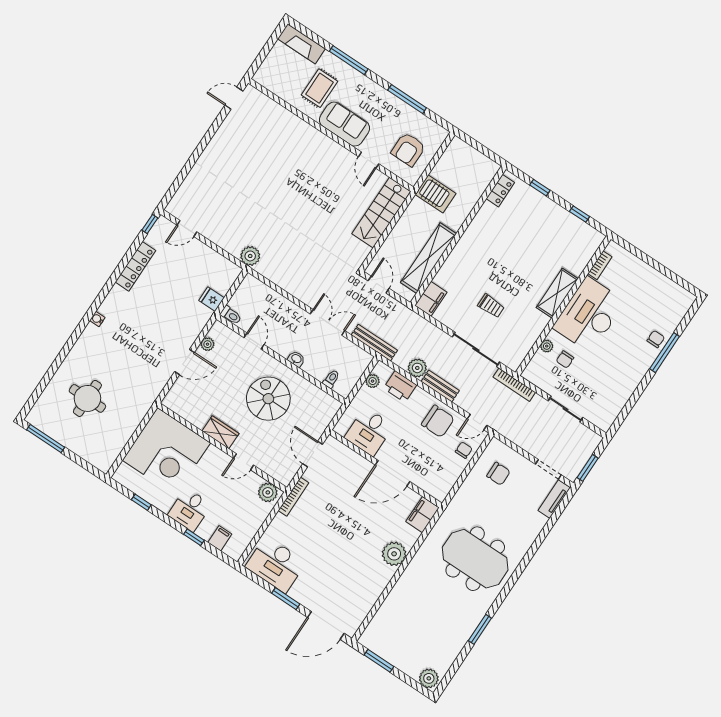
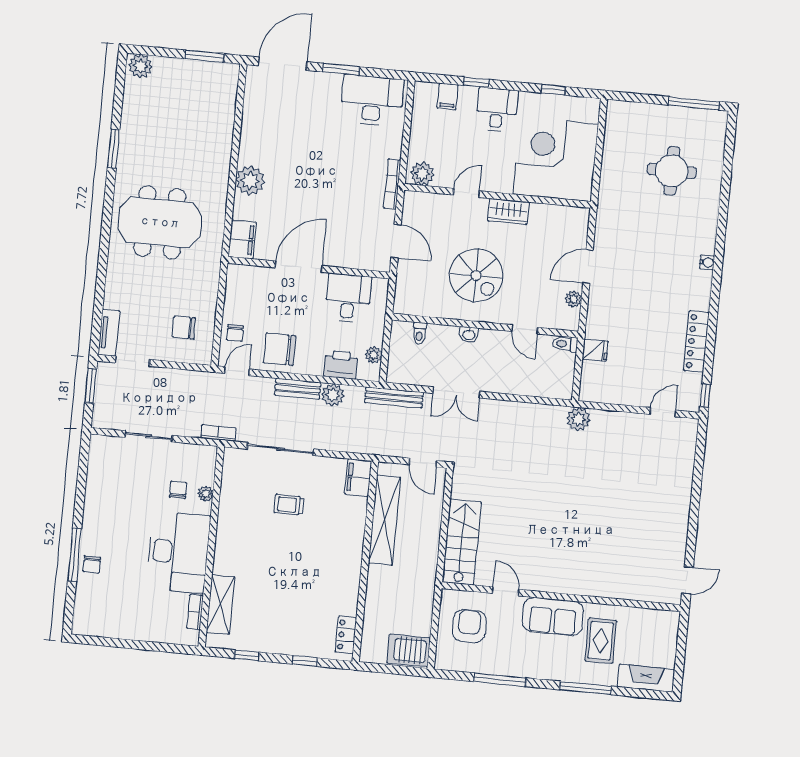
server rack: (435, 194) -> (409, 650), moved
shelving: (557, 293) -> (220, 604), moved
bookcase: (514, 385) -> (218, 433), width x0.64

